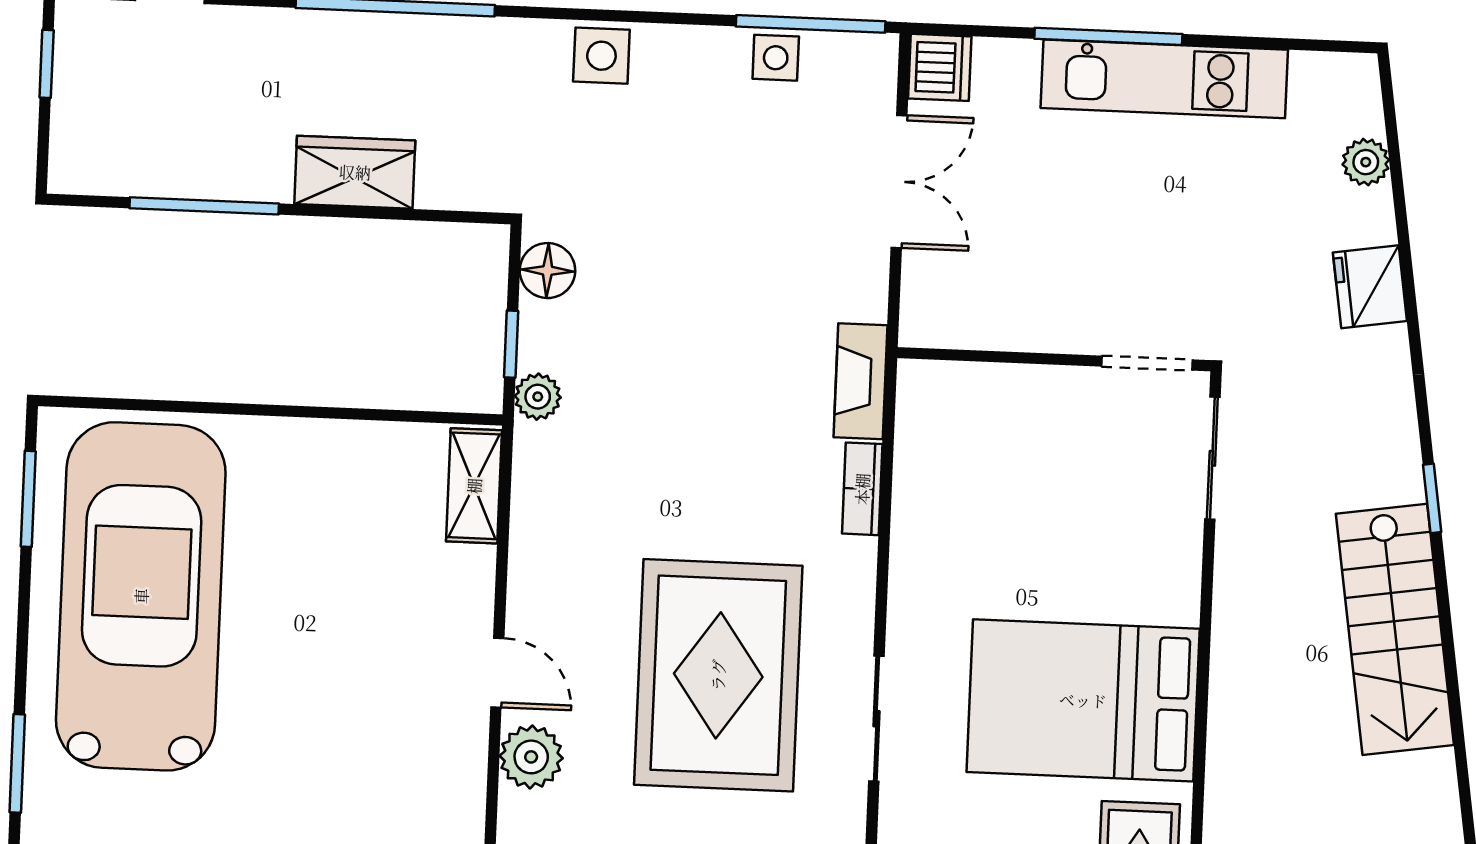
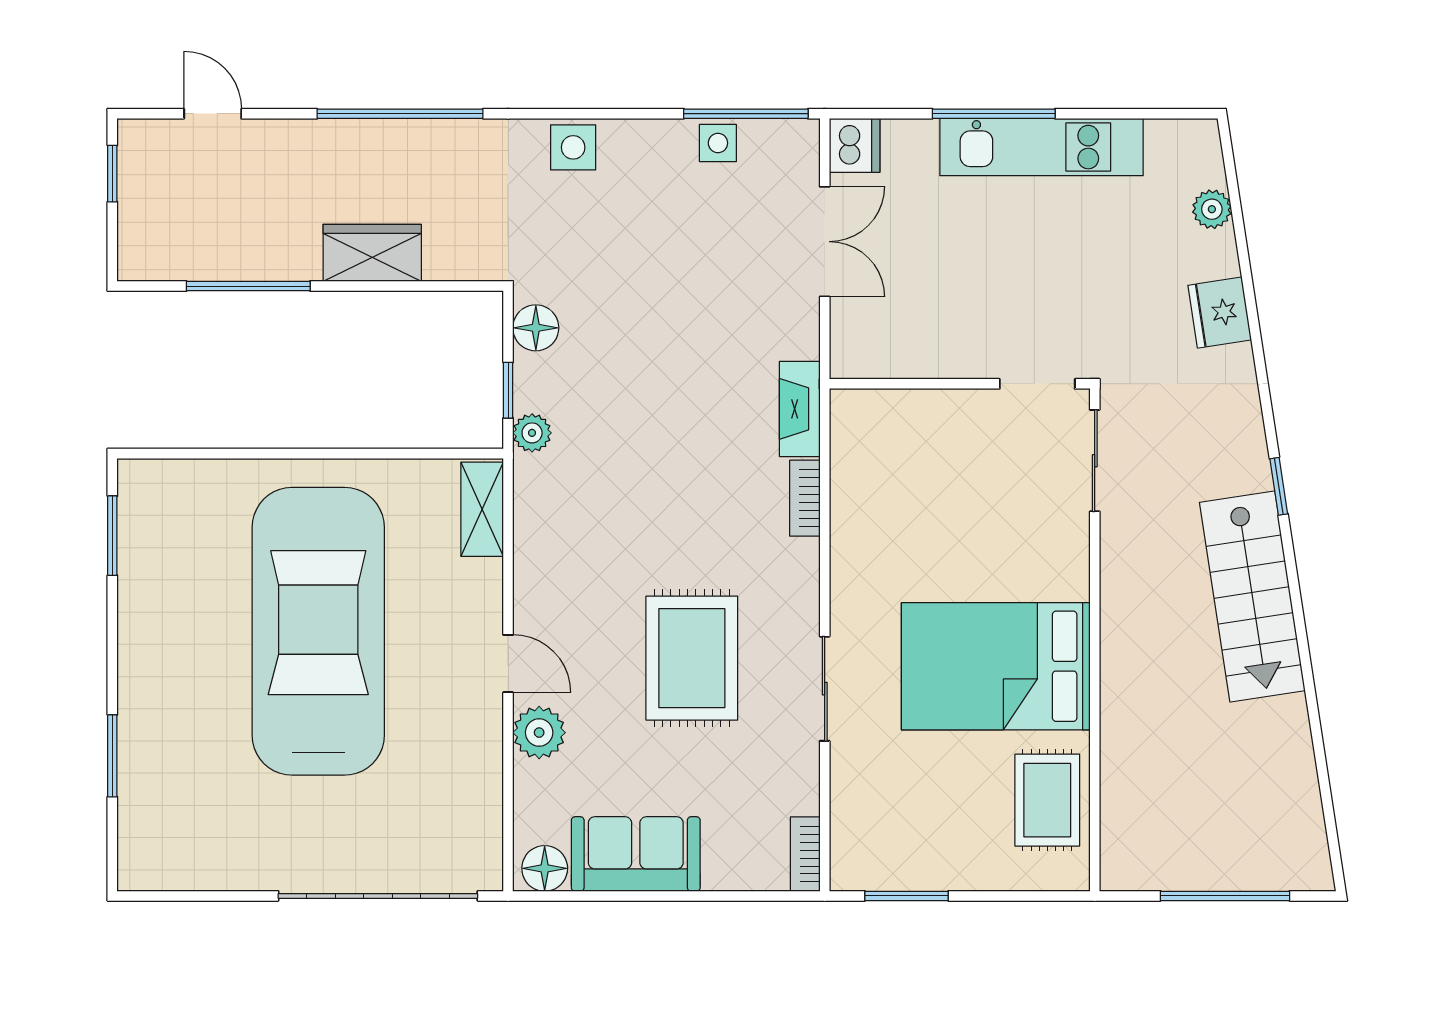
car: (141, 596) -> (318, 631), moved
rug: (718, 675) -> (692, 658), width x0.73, depth x0.69

